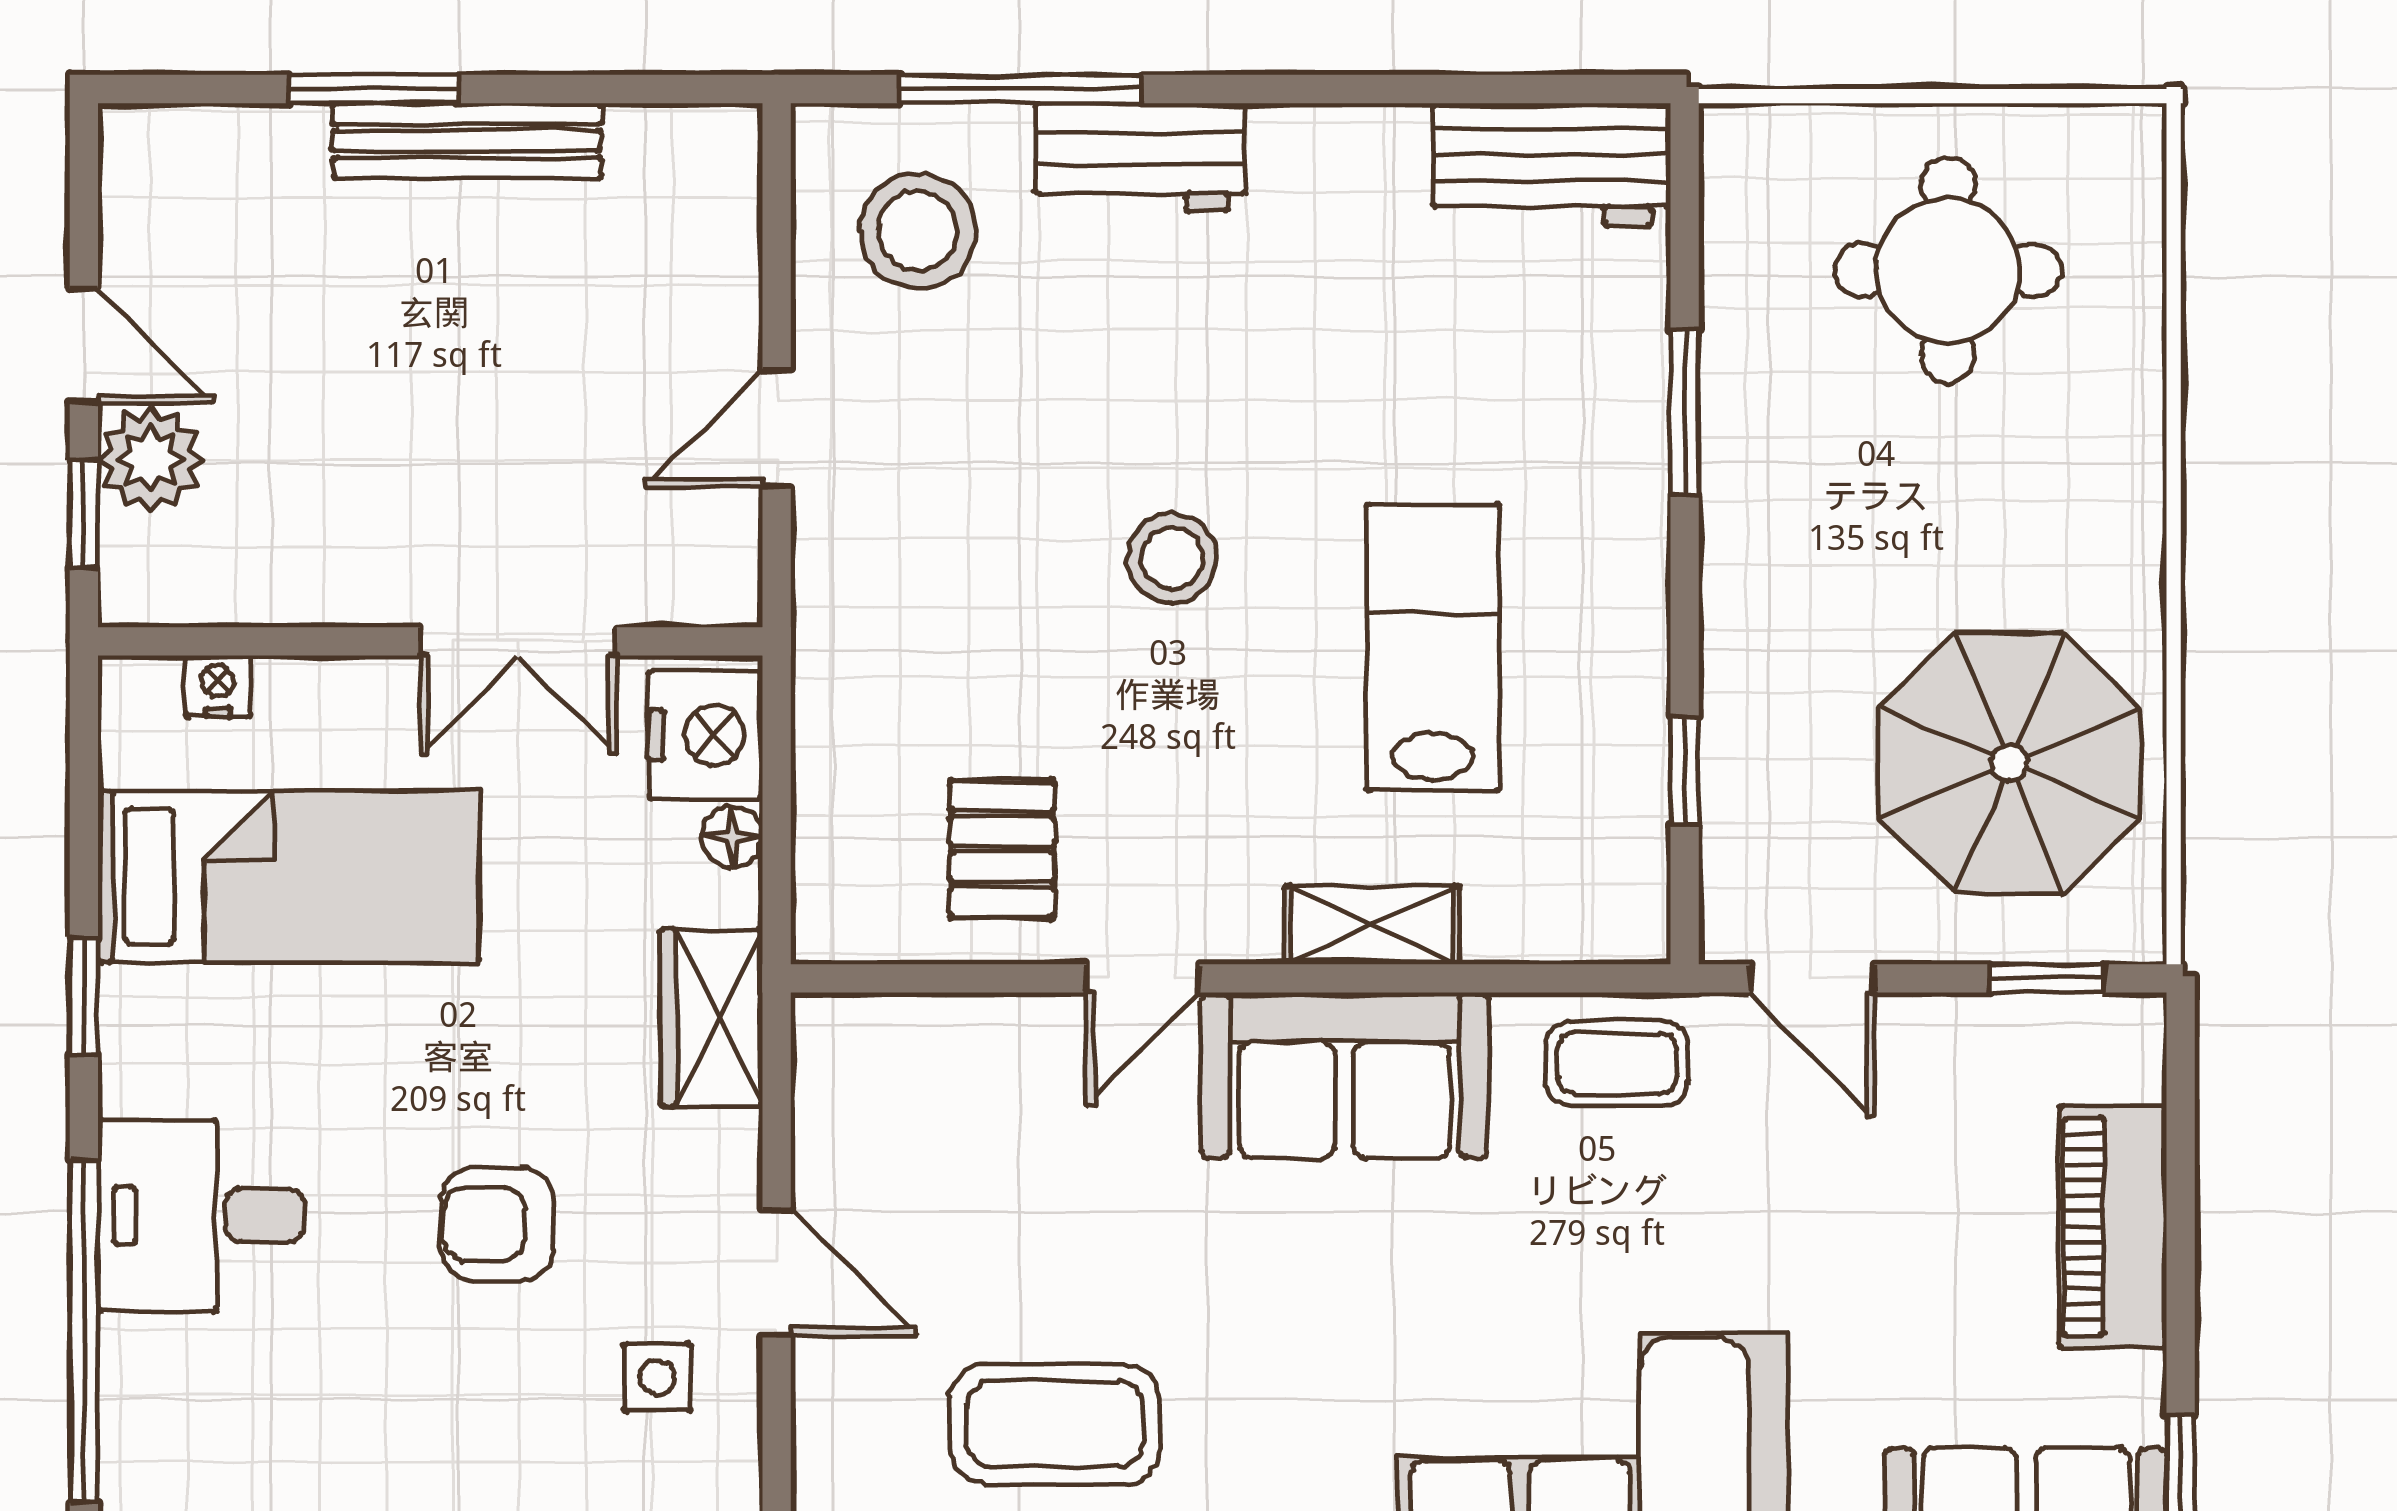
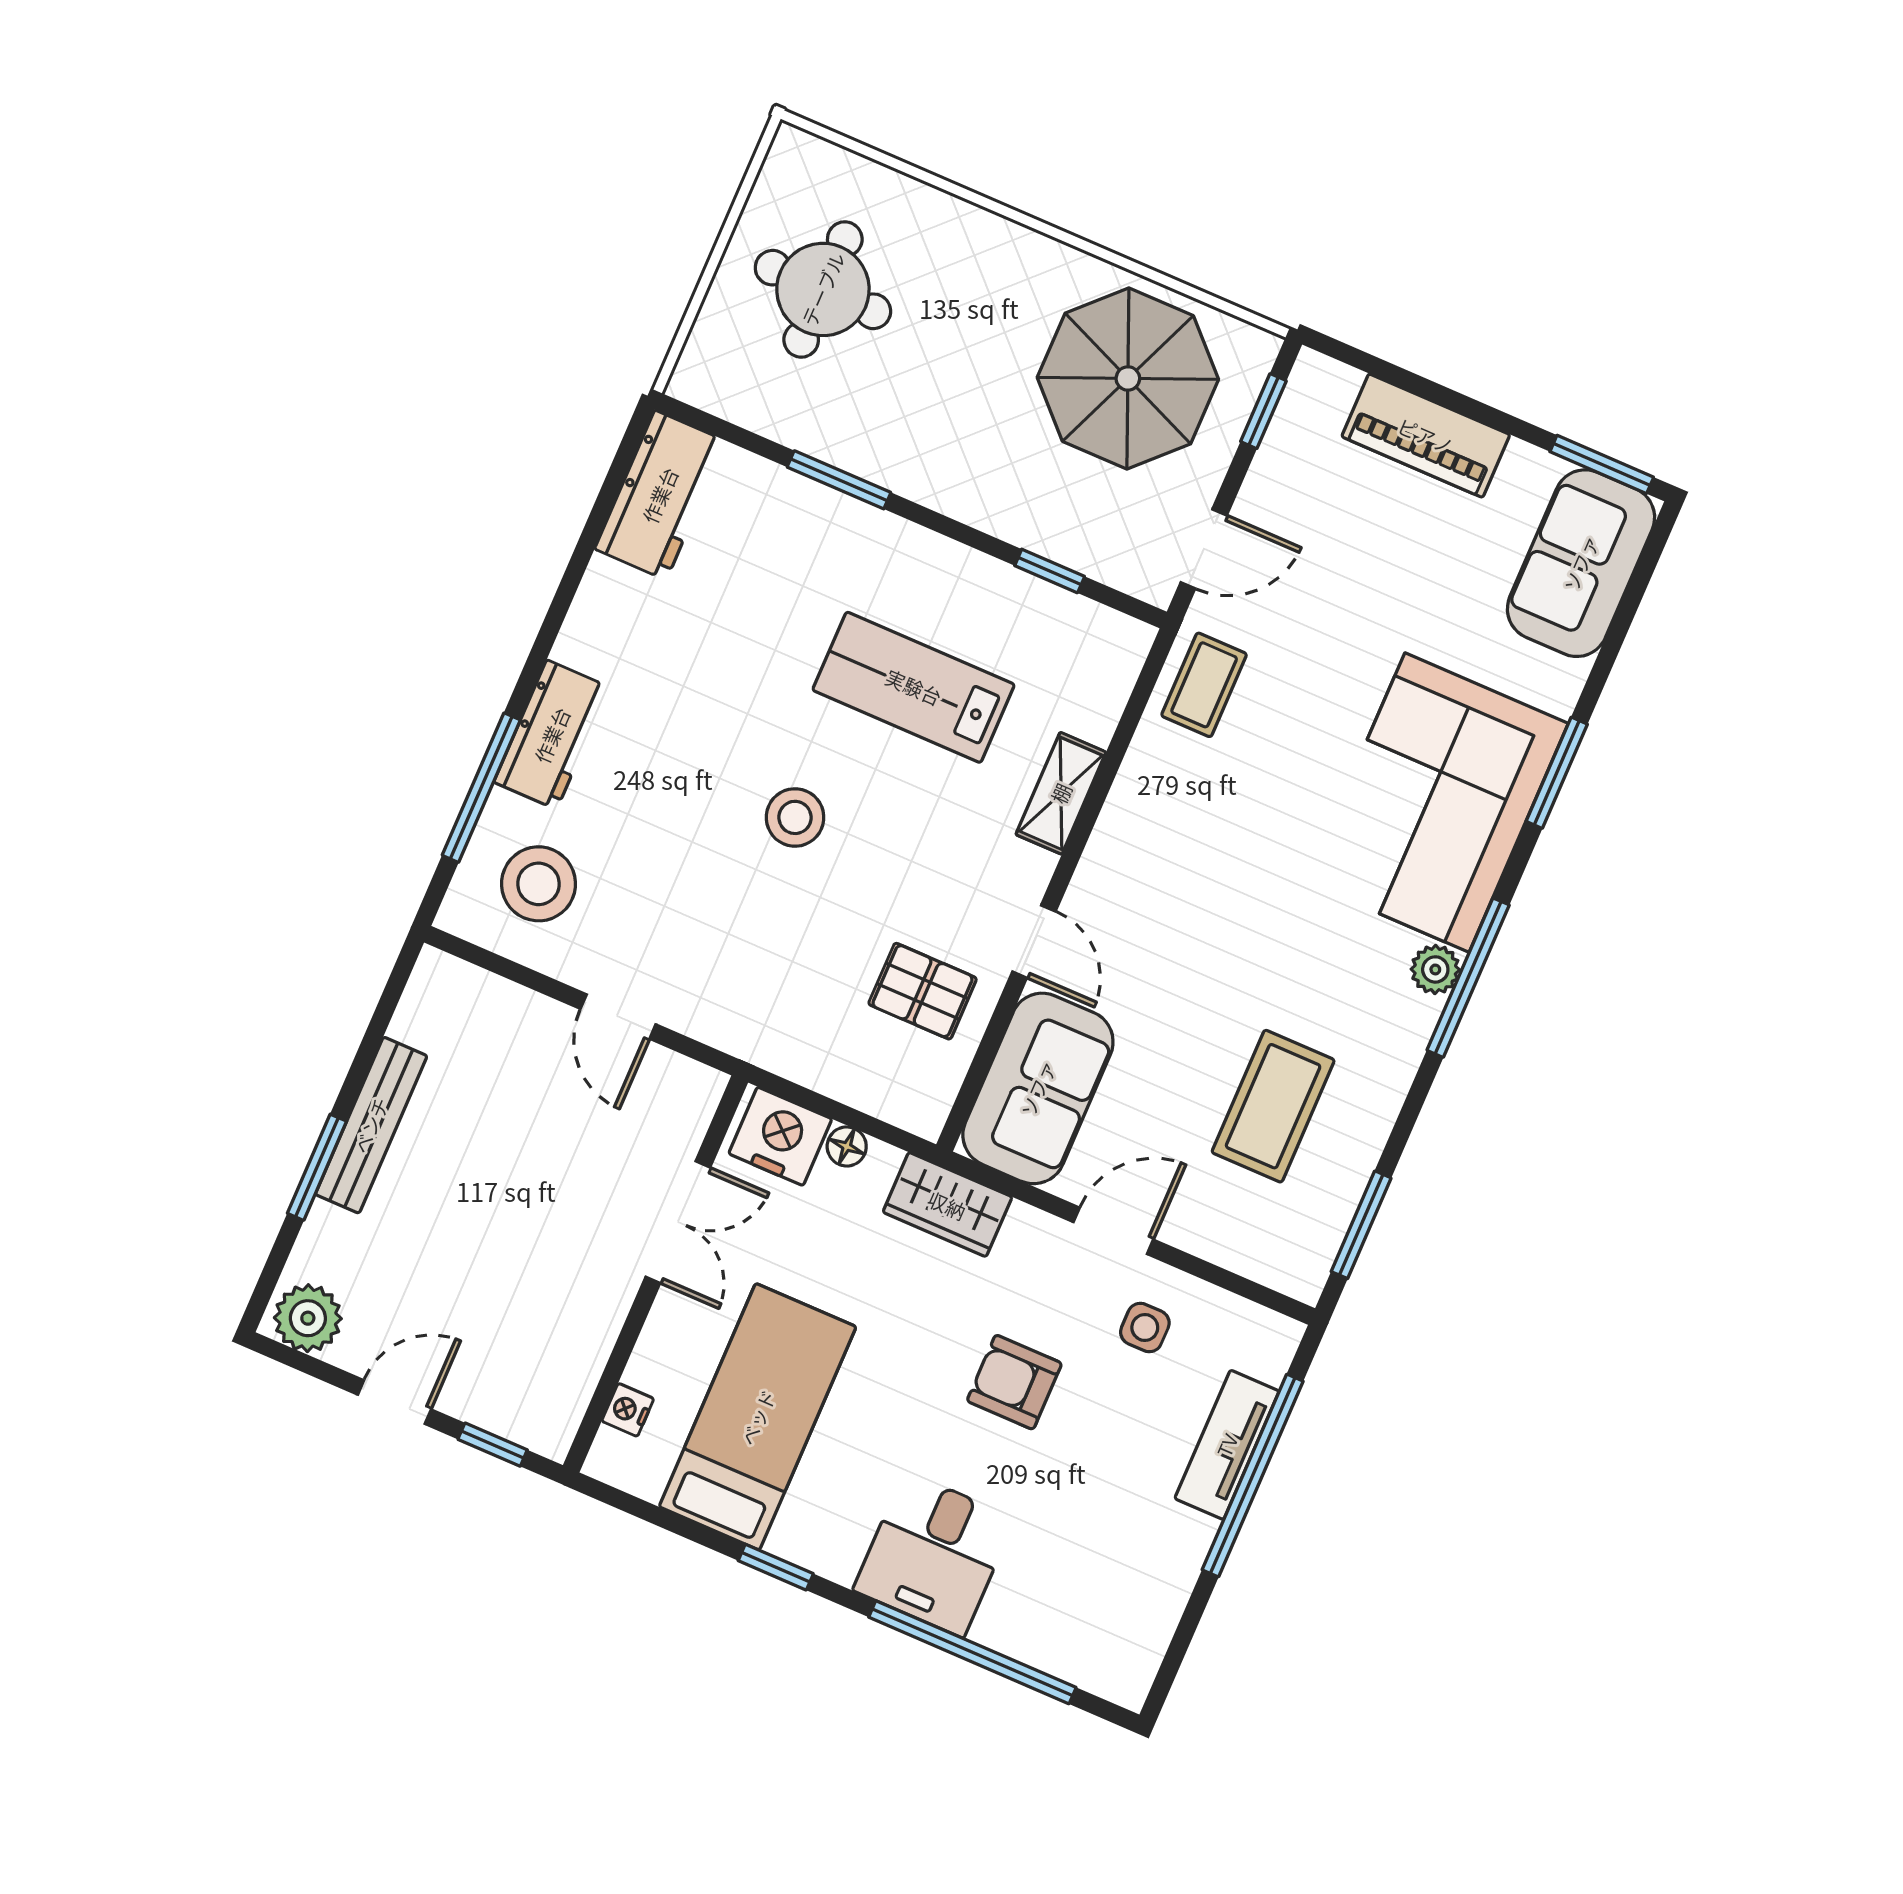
plant: (151, 459) -> (308, 1318), moved
sofa: (1345, 1075) -> (1038, 1088), moved
armchair: (498, 1224) -> (1014, 1382), turned 90

